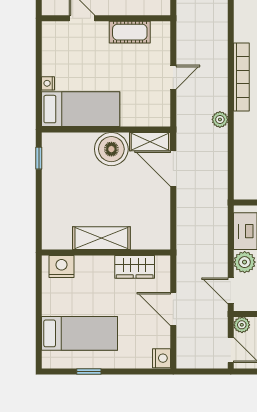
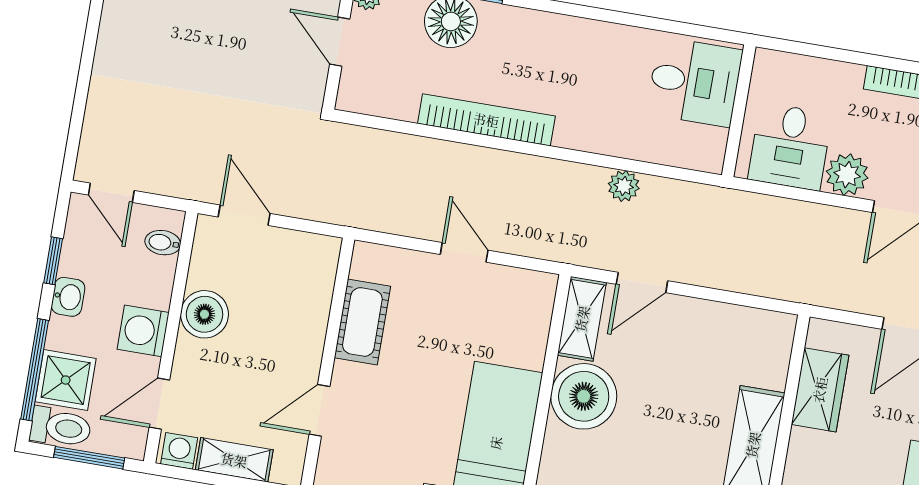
plant: (220, 119) -> (624, 186), moved
door: (173, 169) -> (642, 282), width x0.73

